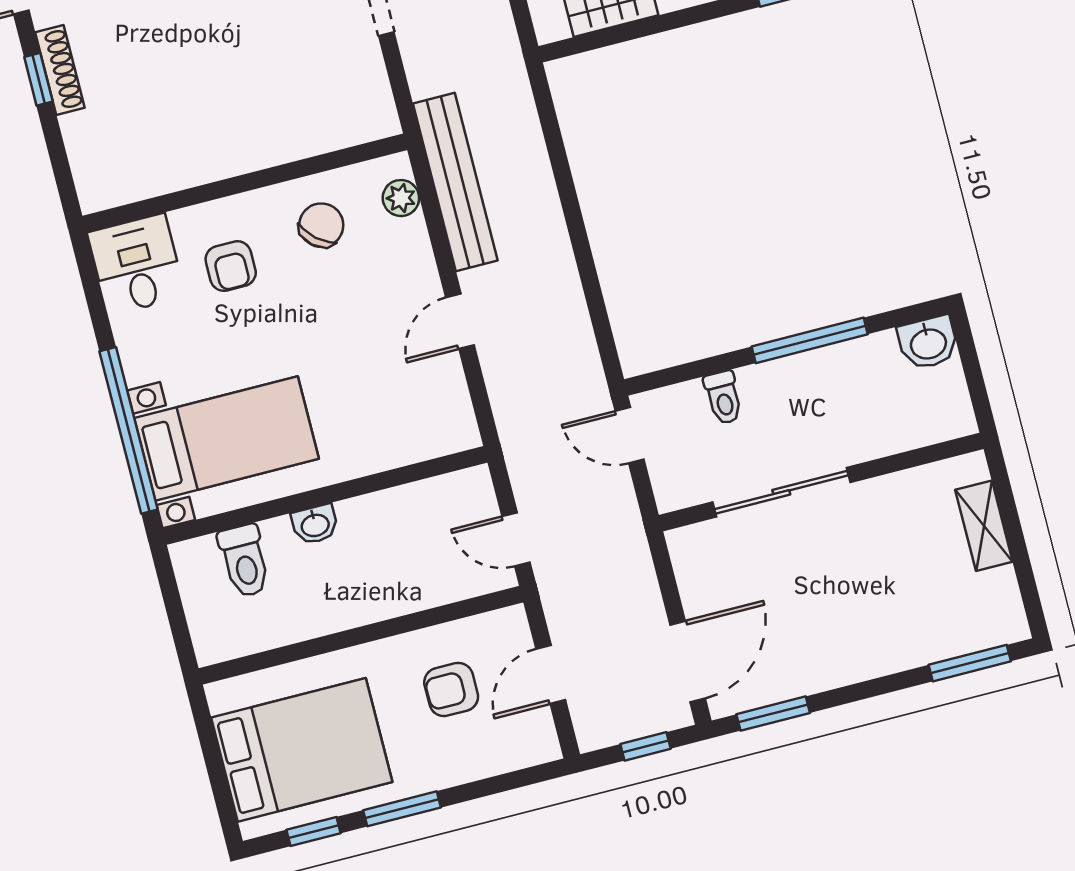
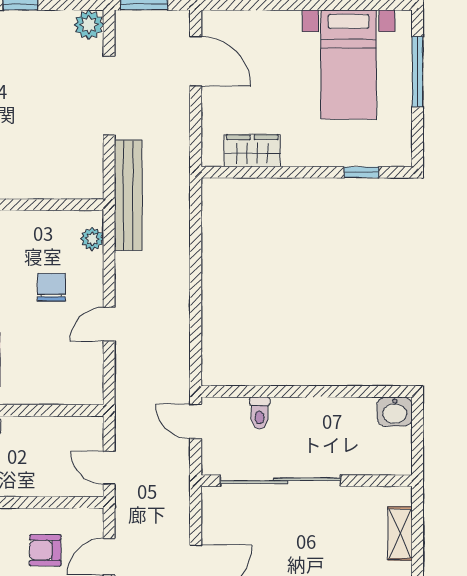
bench: (455, 182) -> (128, 195), moved
chair: (321, 225) -> (51, 287), moved, turned -41
window: (810, 340) -> (322, 391), removed
sliding door: (781, 492) -> (280, 481), width x1.36

